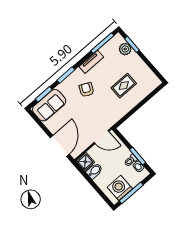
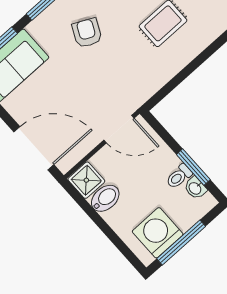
door: (60, 146) -> (34, 148), hinge flipped

